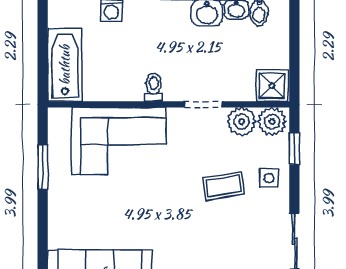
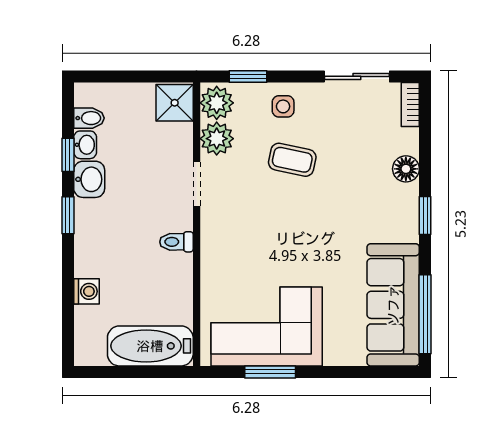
corner sofa: (119, 141) -> (267, 326), moved, turned -90
coffee table: (224, 186) -> (292, 160), turned -69

